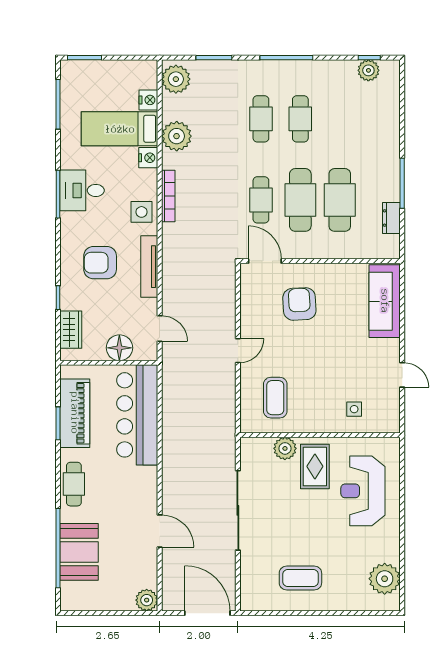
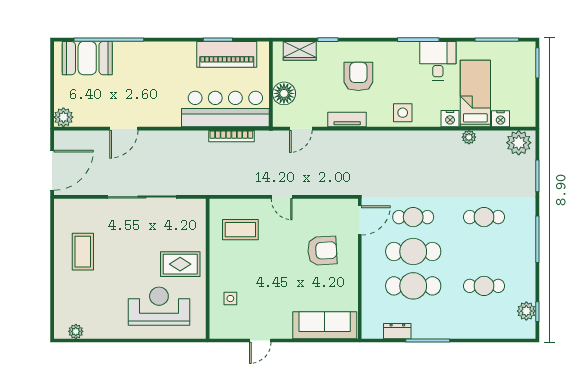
cafe table: (300, 119) -> (484, 286), moved
plant: (177, 136) -> (469, 137), width x0.53, depth x0.53
desk: (82, 190) -> (438, 61), moved
bookcase: (168, 196) -> (231, 136), moved
tv unit: (149, 267) -> (347, 120), width x0.71
plant: (285, 448) -> (196, 238), removed
cafe table: (74, 484) -> (165, 54), removed
booth: (79, 552) -> (87, 58), moved
plant: (385, 579) -> (76, 331), width x0.53, depth x0.53

